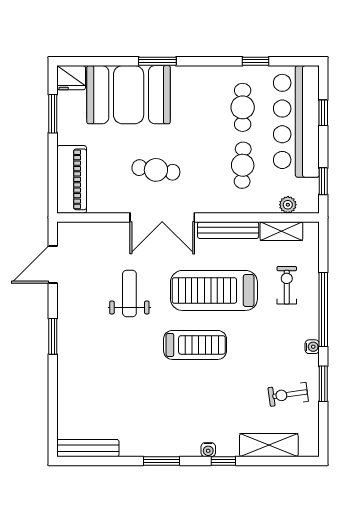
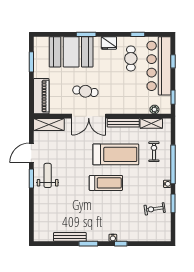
fridge: (71, 78) -> (109, 43), moved
cafe table: (243, 165) -> (131, 89), removed
door: (53, 265) -> (31, 153), moved
treadmill: (214, 290) -> (116, 154), turned 180
weight bench: (129, 293) -> (48, 175), moved
shelving: (269, 445) -> (49, 124), moved
bench: (88, 448) -> (70, 237), moved

